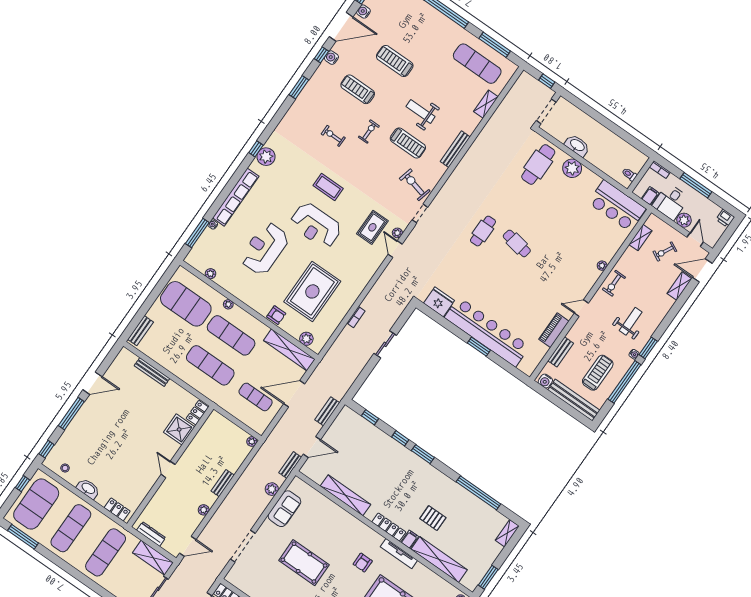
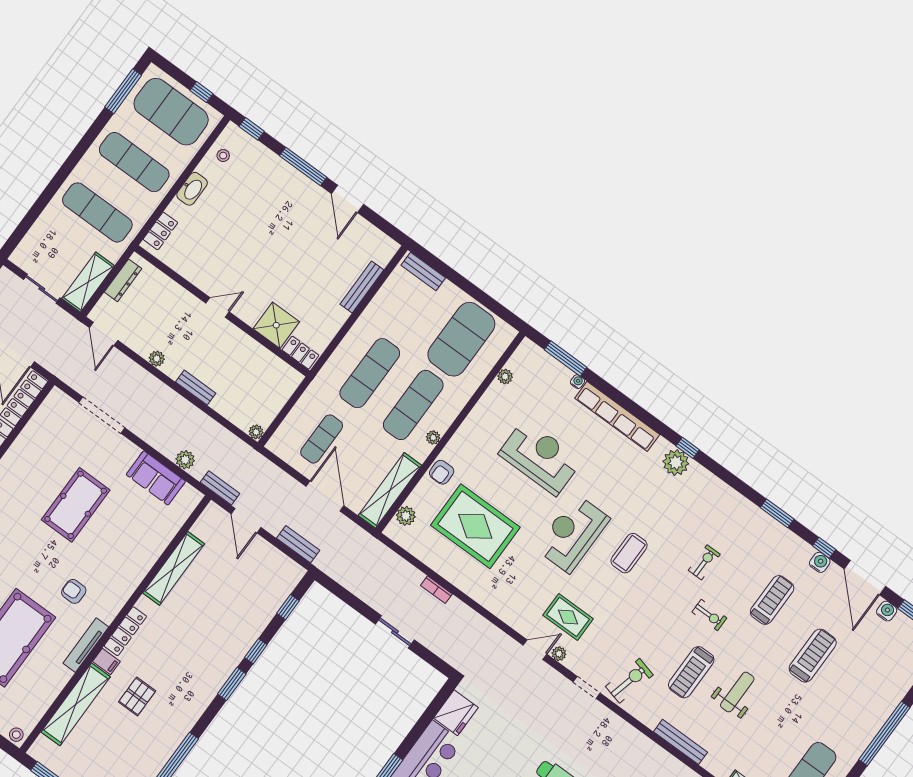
plant: (228, 304) -> (433, 437), moved

